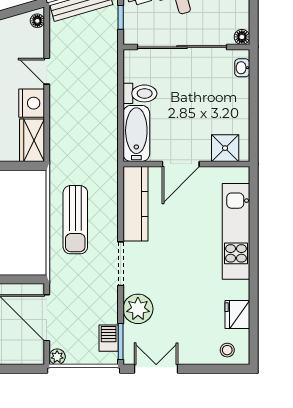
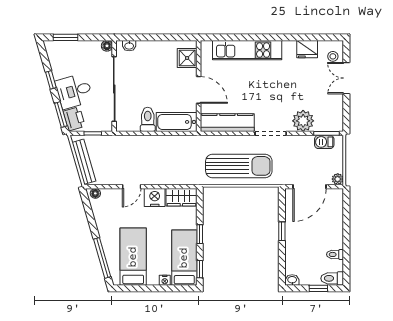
sun lounger: (75, 220) -> (239, 166), width x1.36, depth x1.34
double door: (156, 369) -> (346, 78), moved

